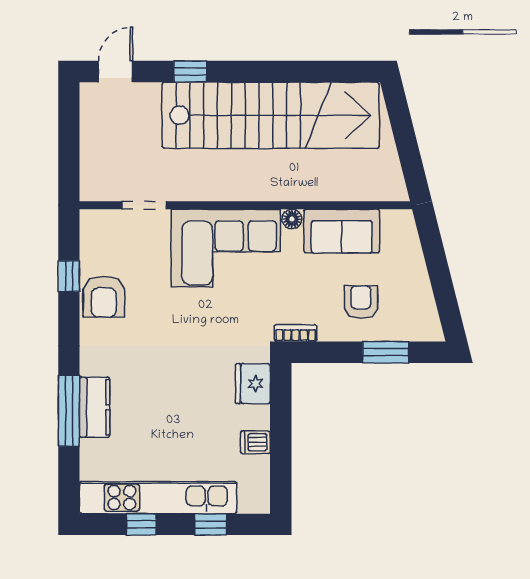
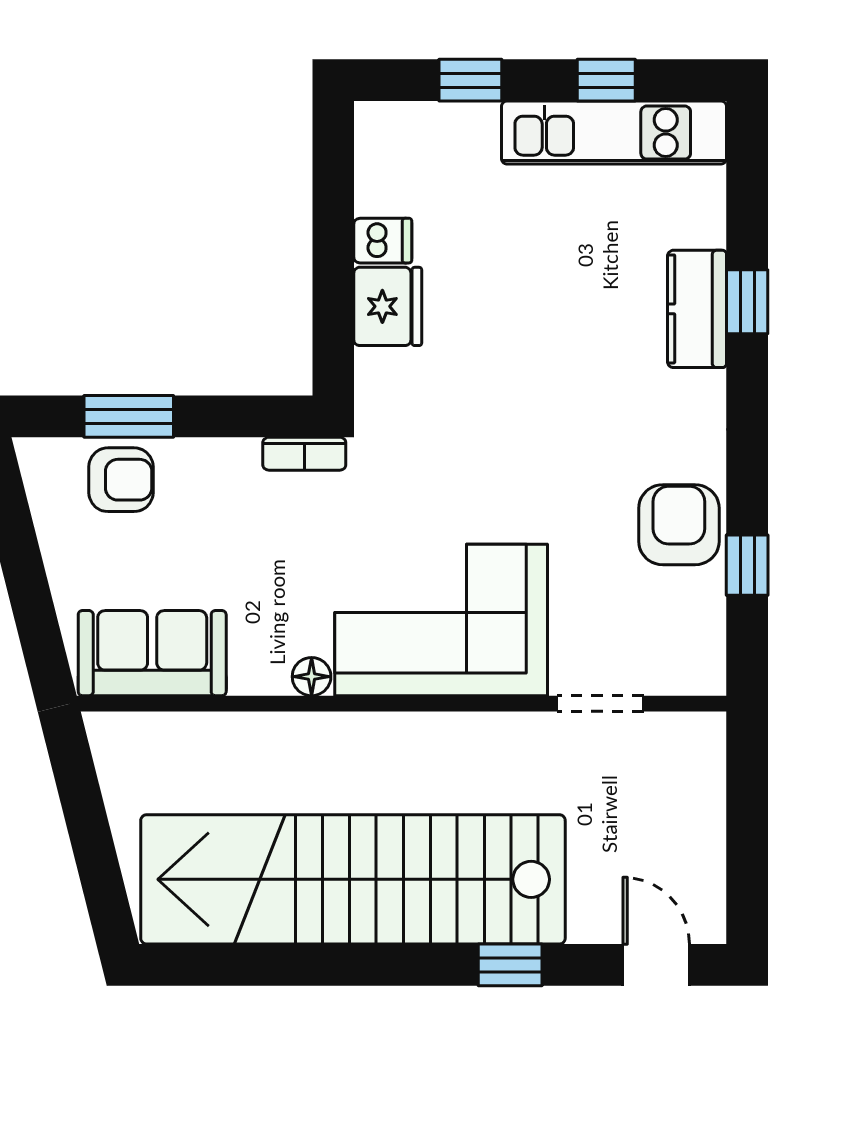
door: (115, 71) -> (656, 965), swing flipped
sofa: (342, 231) -> (152, 653), moved
armchair: (361, 302) -> (121, 480), moved, turned -90
fridge: (253, 384) -> (388, 306), moved
window: (69, 411) -> (747, 302), width x0.46
kitchen unit: (158, 498) -> (614, 133), width x0.73

